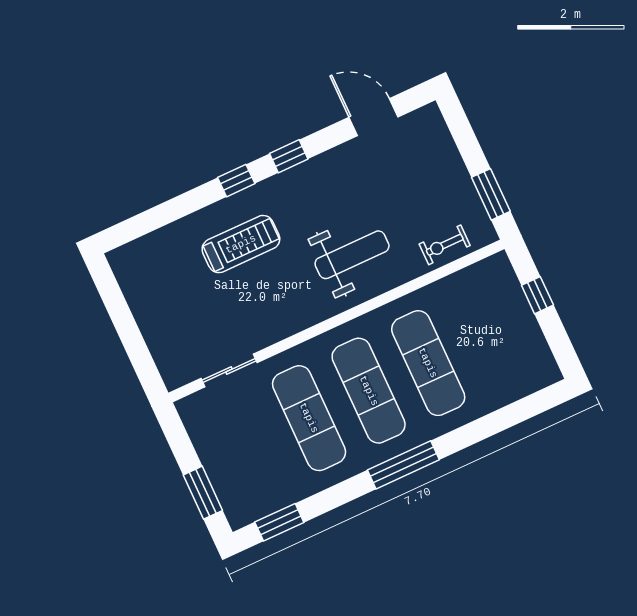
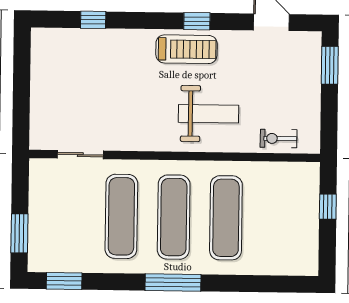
window: (236, 181) -> (93, 20), moved
window: (491, 194) -> (330, 65), moved
treadmill: (241, 244) -> (186, 49), moved

